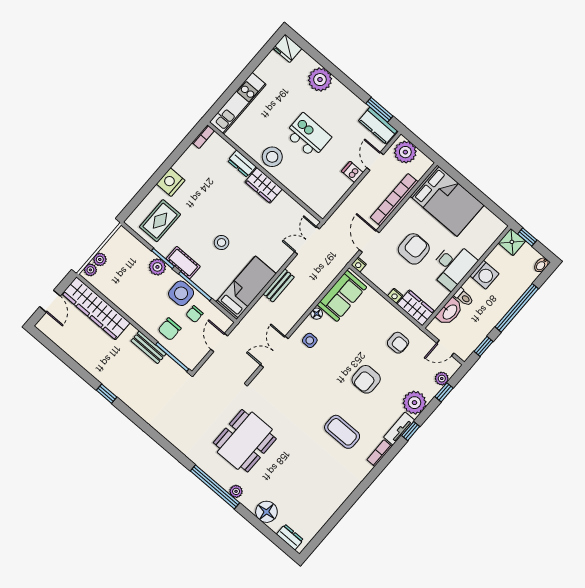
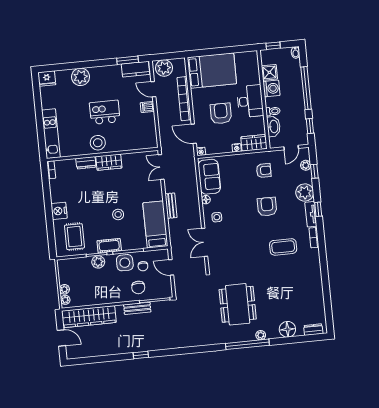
shower: (512, 242) -> (269, 72), moved
armchair: (366, 379) -> (267, 207), turned 180

